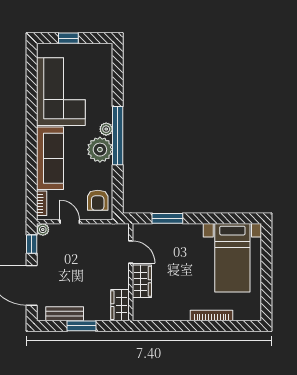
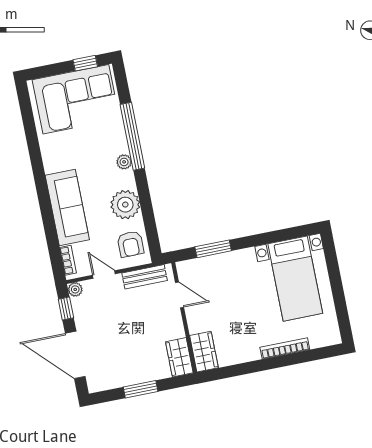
window: (68, 38) -> (85, 63), moved
corner sofa: (61, 92) -> (76, 99), moved, turned 90
window: (118, 136) -> (132, 136), moved
plant: (100, 150) -> (125, 205), moved
wardrobe: (142, 281) -> (204, 352), moved
bench: (65, 314) -> (145, 277), moved

